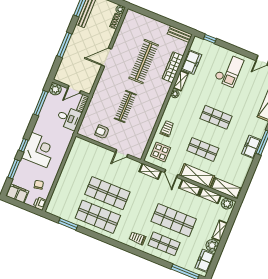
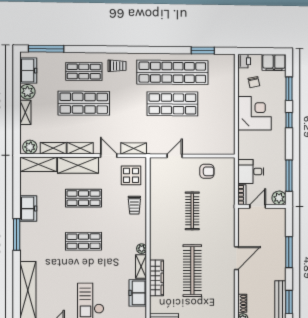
freezer: (251, 147) -> (28, 209), moved
corner desk: (39, 150) -> (254, 113), moved, turned 180
shop shelf: (98, 217) -> (172, 72), width x1.40

